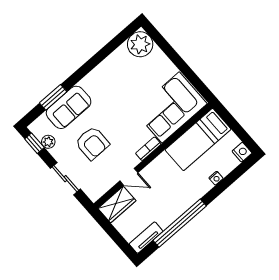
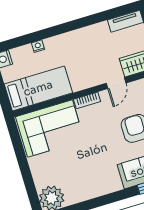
door: (129, 177) -> (116, 83), swing flipped
window: (180, 223) -> (89, 20), removed

